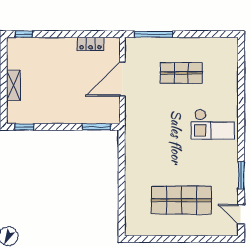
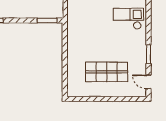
checkout: (213, 124) -> (129, 19), turned 180

